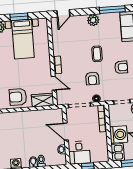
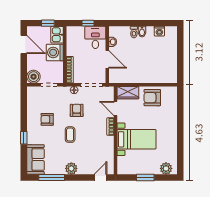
bed with nightstands: (23, 39) -> (137, 139), moved, turned 90
armchair: (18, 97) -> (152, 98), turned 180

